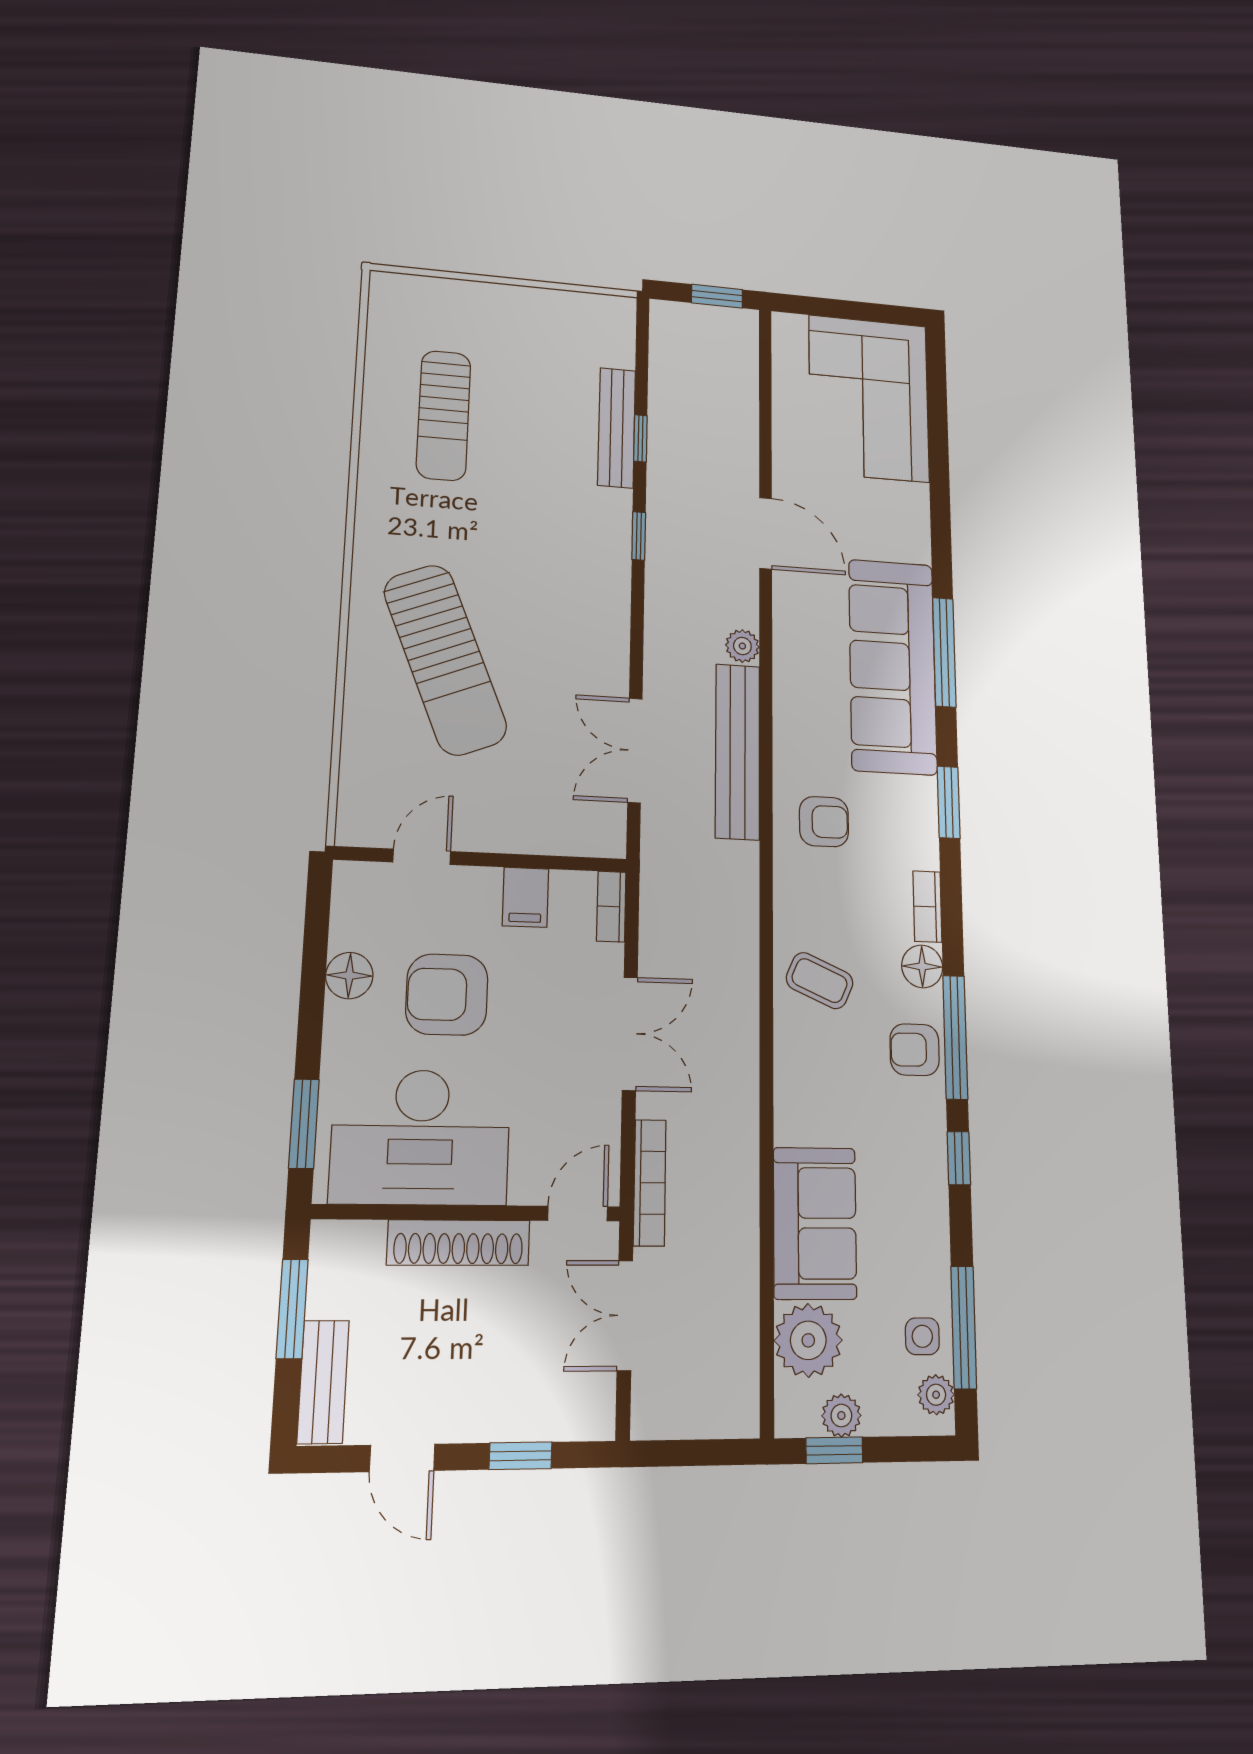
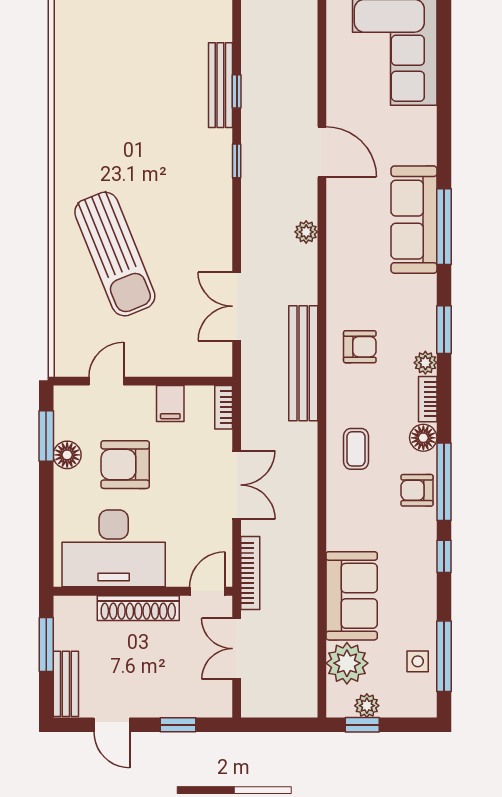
sun lounger: (444, 415) -> (106, 87), removed
sofa: (893, 666) -> (414, 220), width x0.74, depth x0.79
bench: (738, 751) -> (303, 363), moved
coffee table: (820, 981) -> (356, 449), turned 66
window: (304, 1124) -> (46, 436), moved
plant: (936, 1395) -> (425, 363), moved

